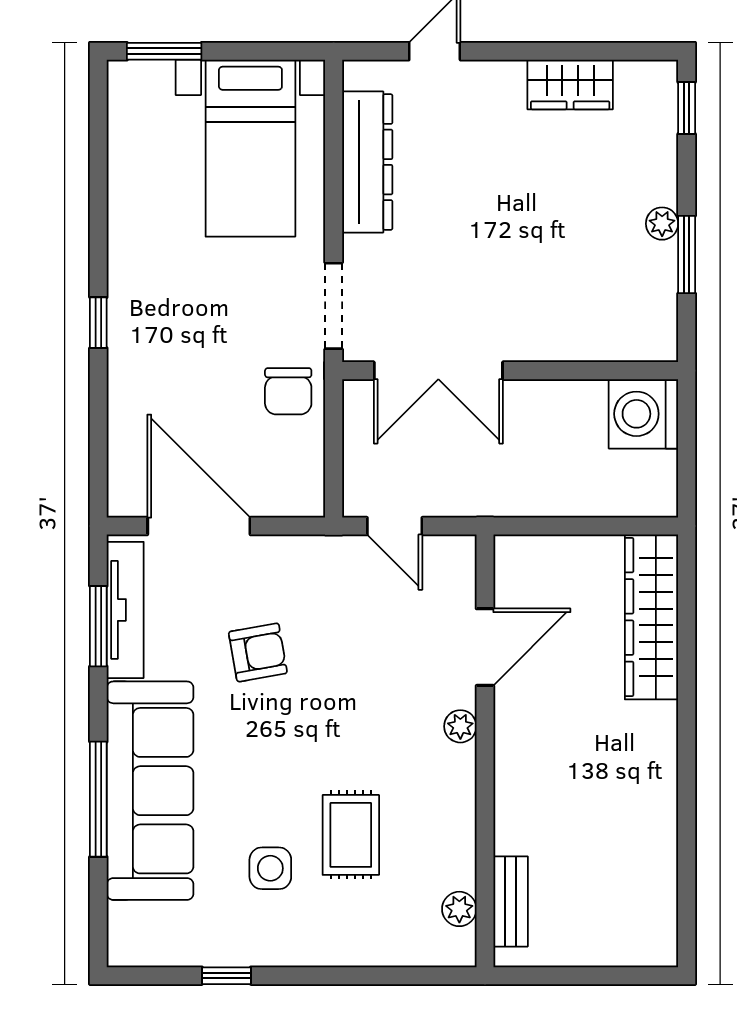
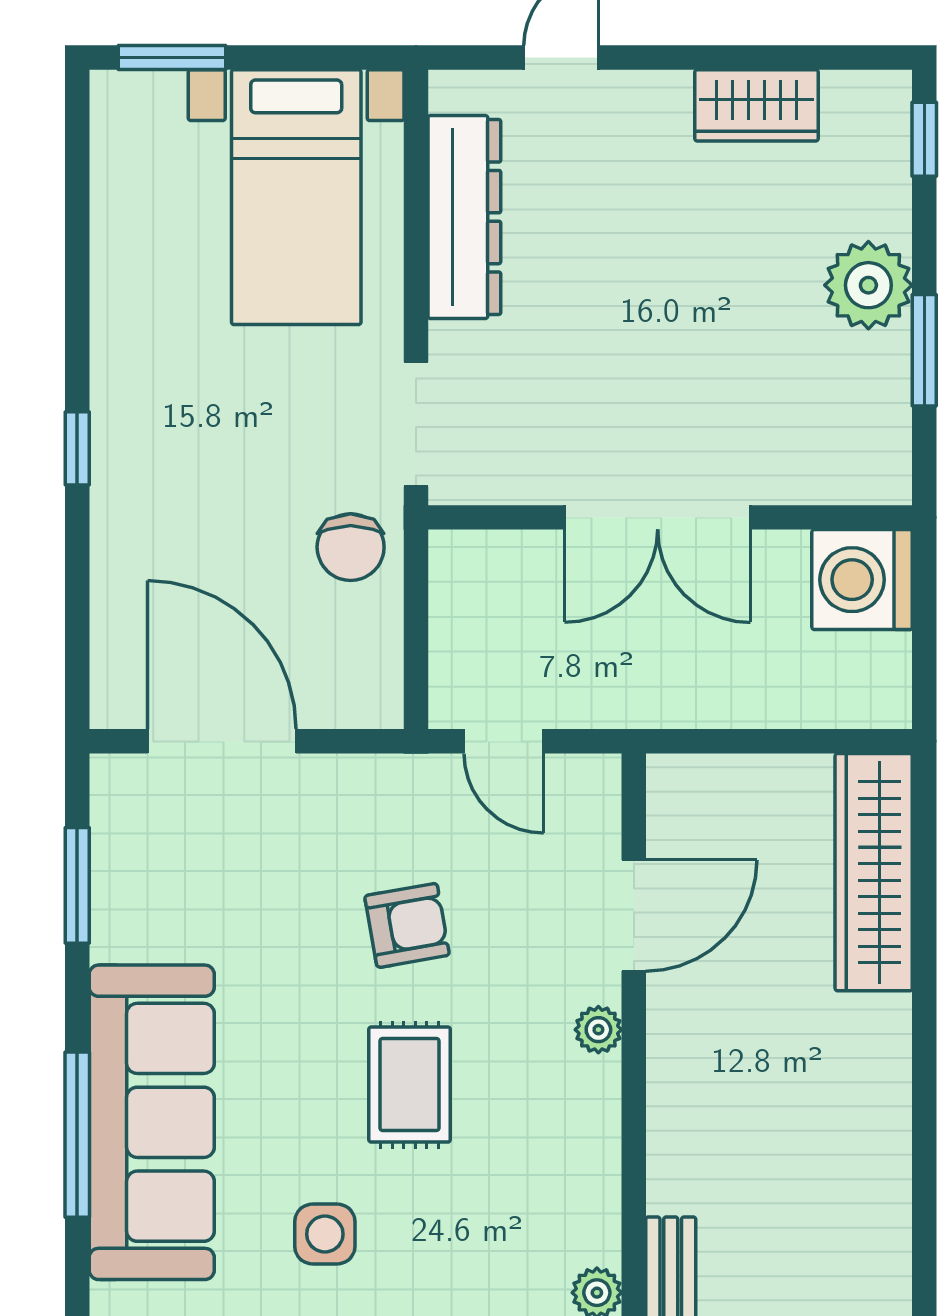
plant: (662, 224) -> (868, 285), width x1.87, depth x1.87
double door: (438, 371) -> (658, 517), moved
tv unit: (125, 610) -> (116, 862), removed
armchair: (258, 652) -> (407, 925), moved
rug: (351, 835) -> (410, 1085), moved

